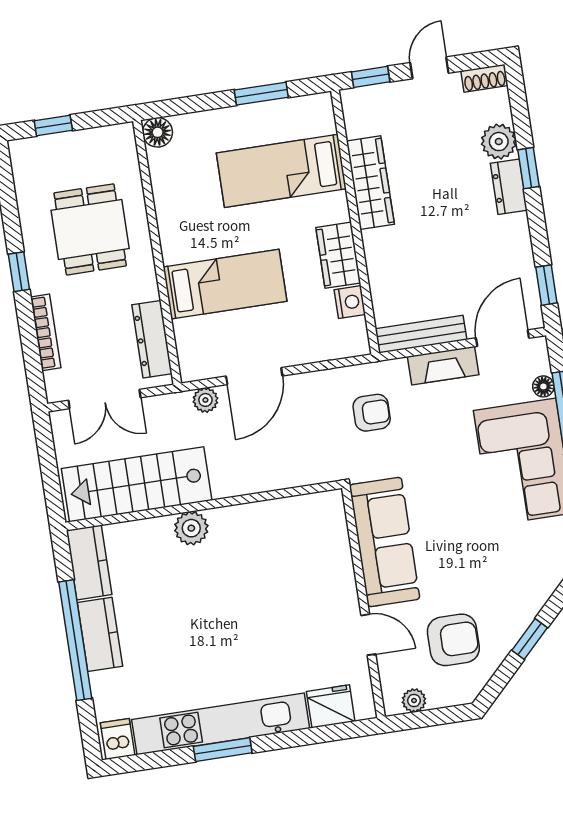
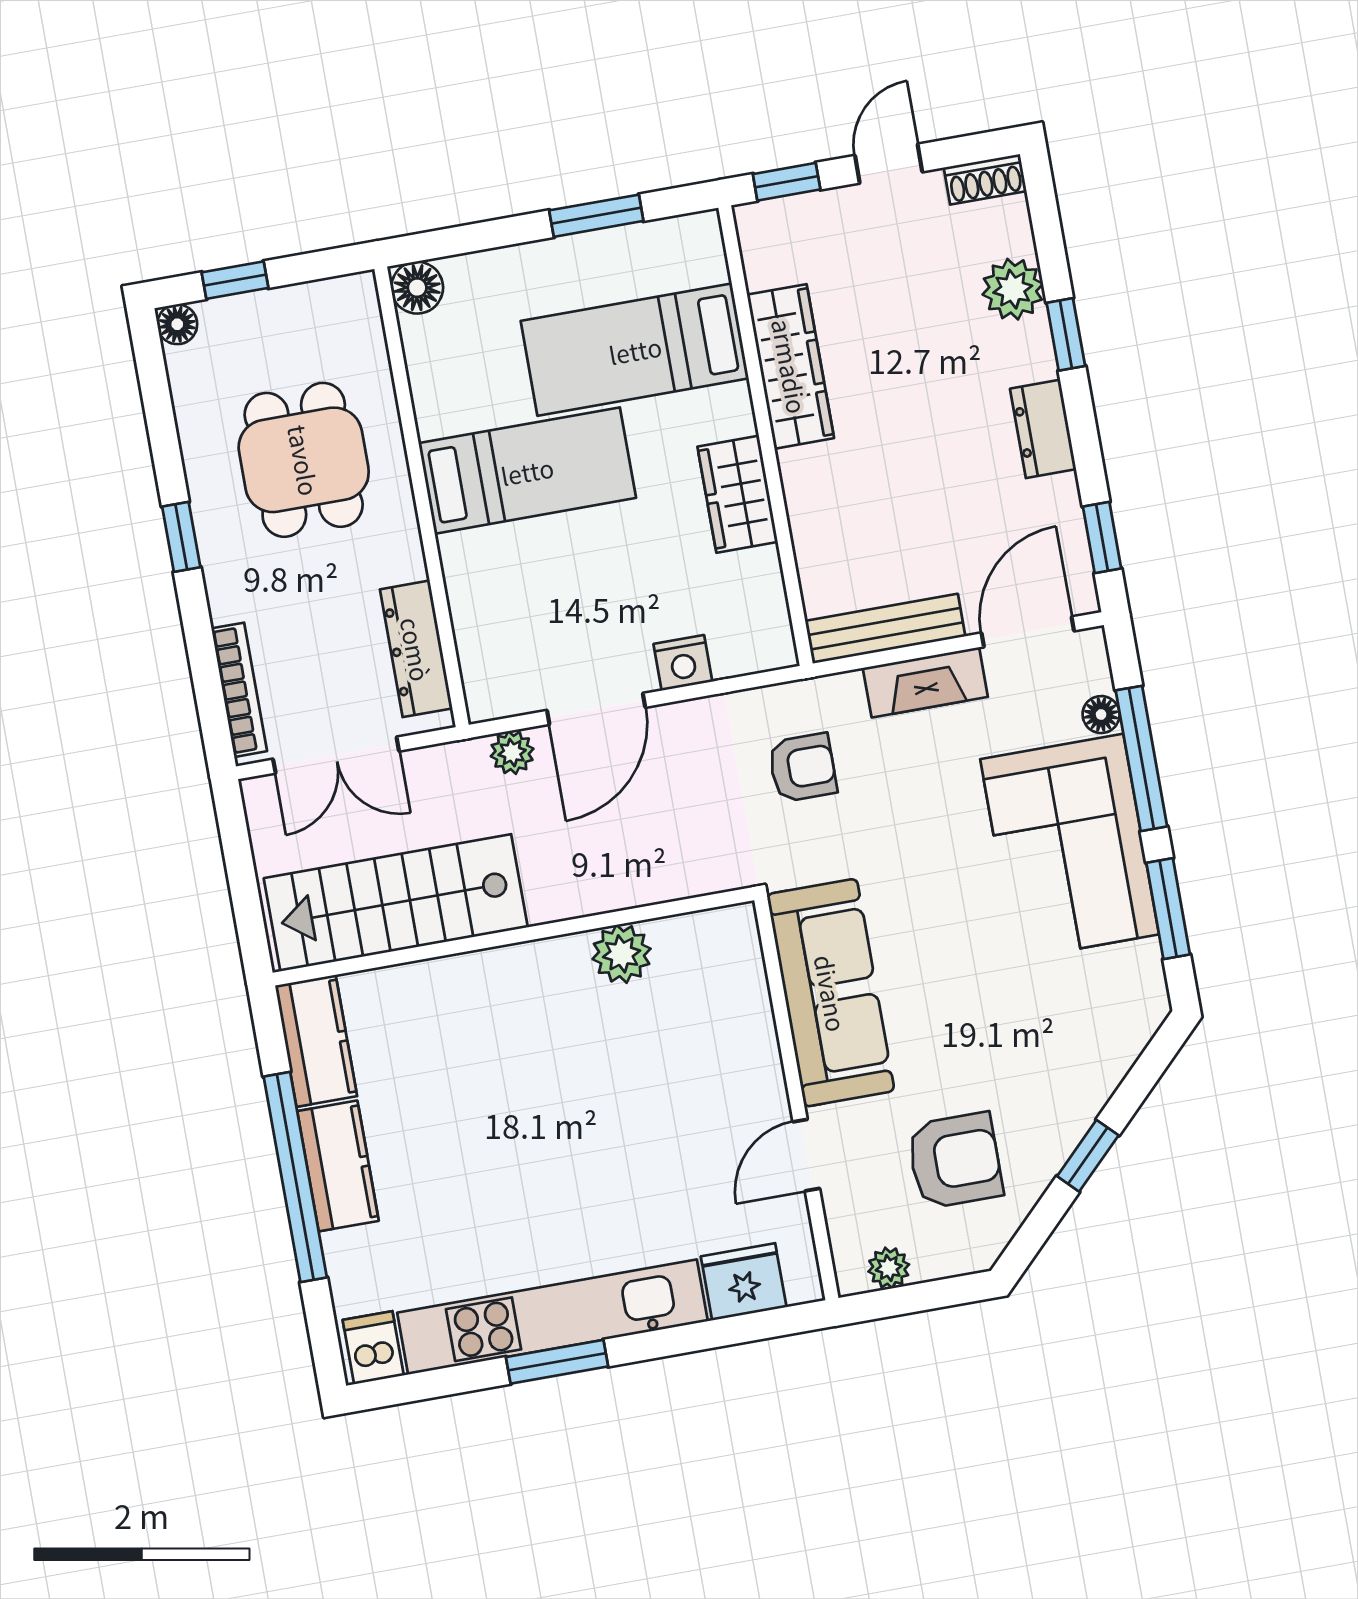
floor lamp: (20, 150) -> (177, 324), added
dresser: (509, 187) -> (1043, 429), moved
bed: (225, 284) -> (527, 471), moved
nightstand: (350, 302) -> (683, 663), moved, turned 90
bookcase: (46, 332) -> (239, 690), moved
plant: (191, 528) -> (622, 954), moved
door: (368, 635) -> (806, 1155), swing flipped

